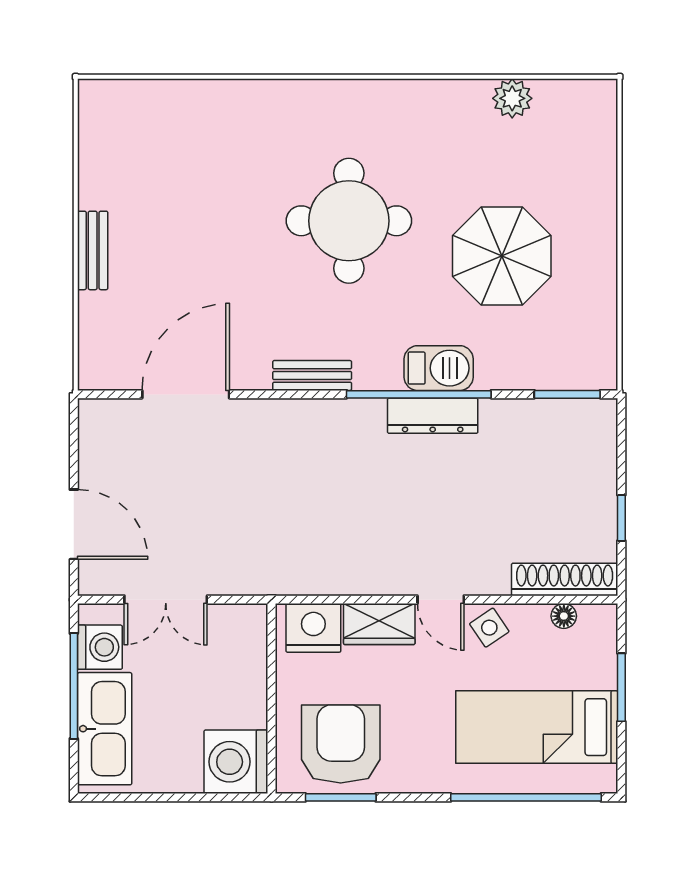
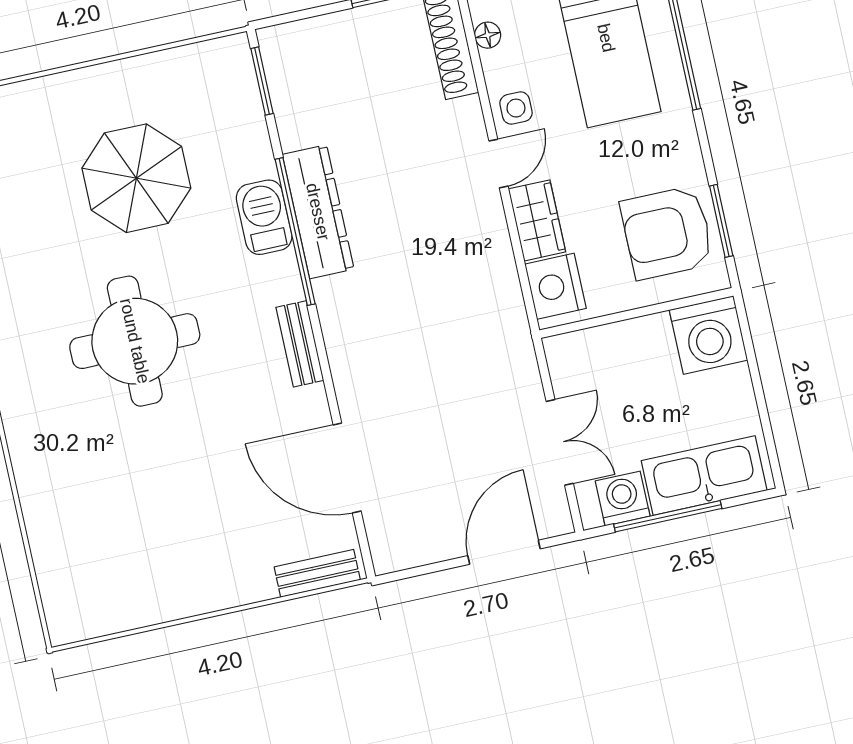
bench: (93, 250) -> (317, 573), moved
dresser: (433, 416) -> (318, 212), width x1.37, depth x1.24
side table: (489, 628) -> (516, 108), turned 34

